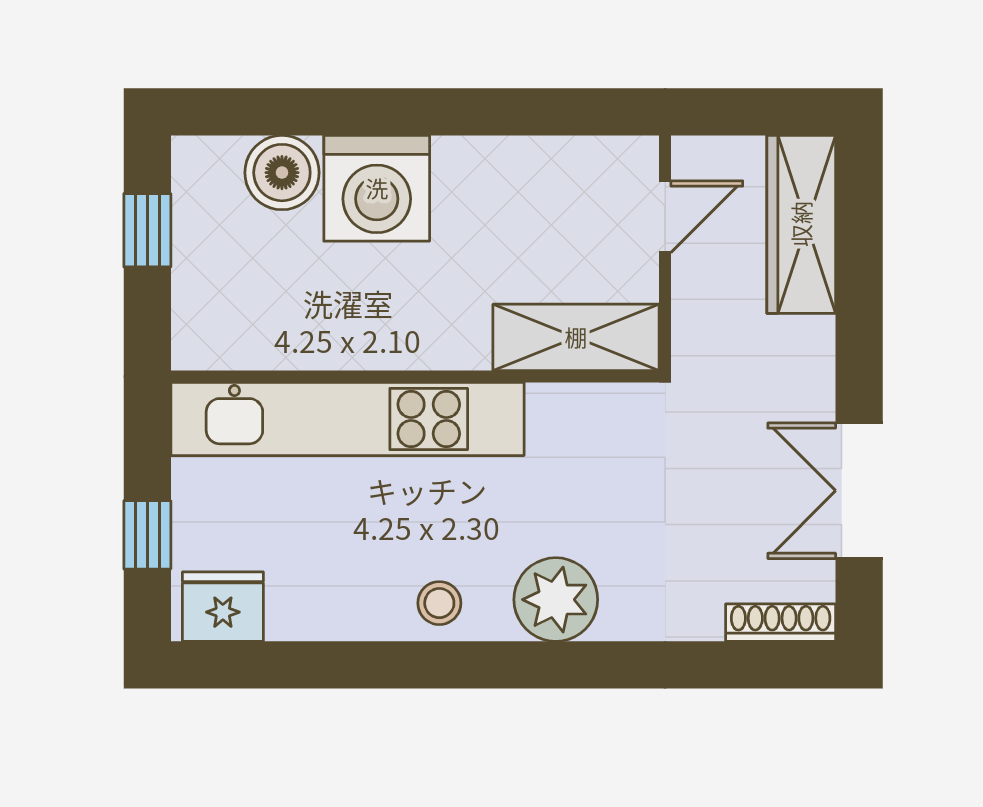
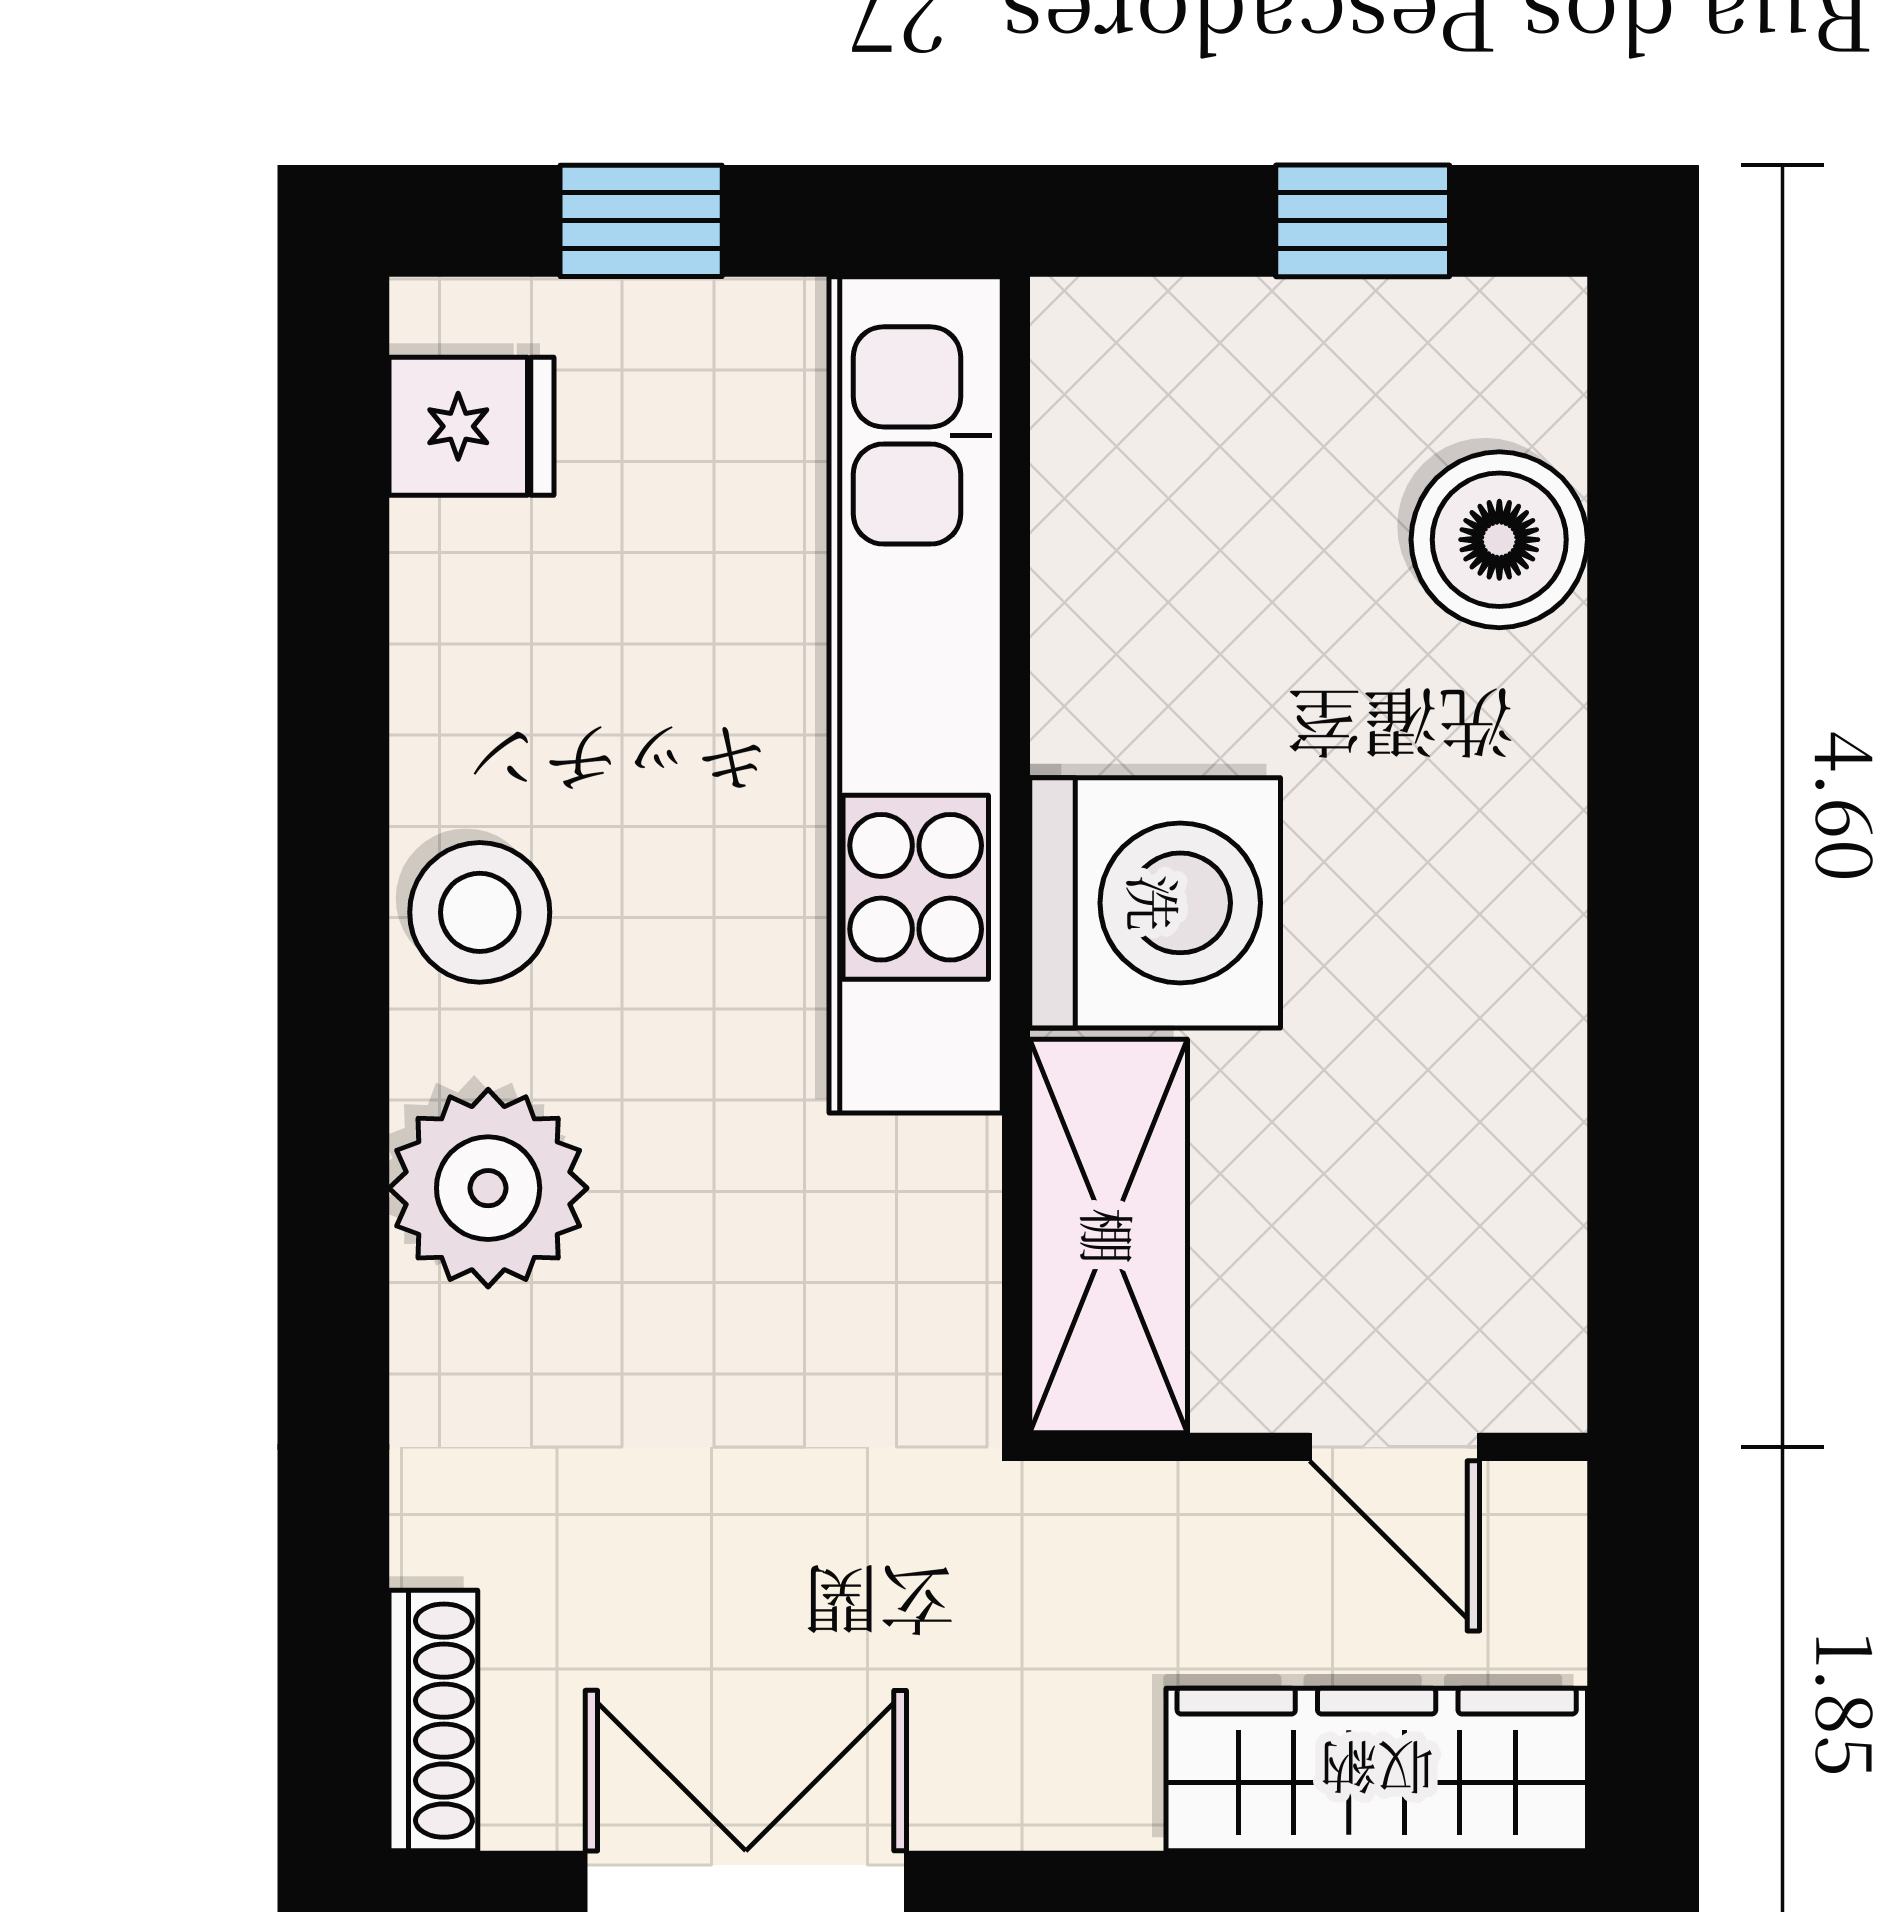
washing machine: (377, 188) -> (1155, 903), moved, turned 180
stool: (439, 603) -> (480, 912), width x1.37, depth x1.37
fridge: (223, 607) -> (471, 426), width x0.72

